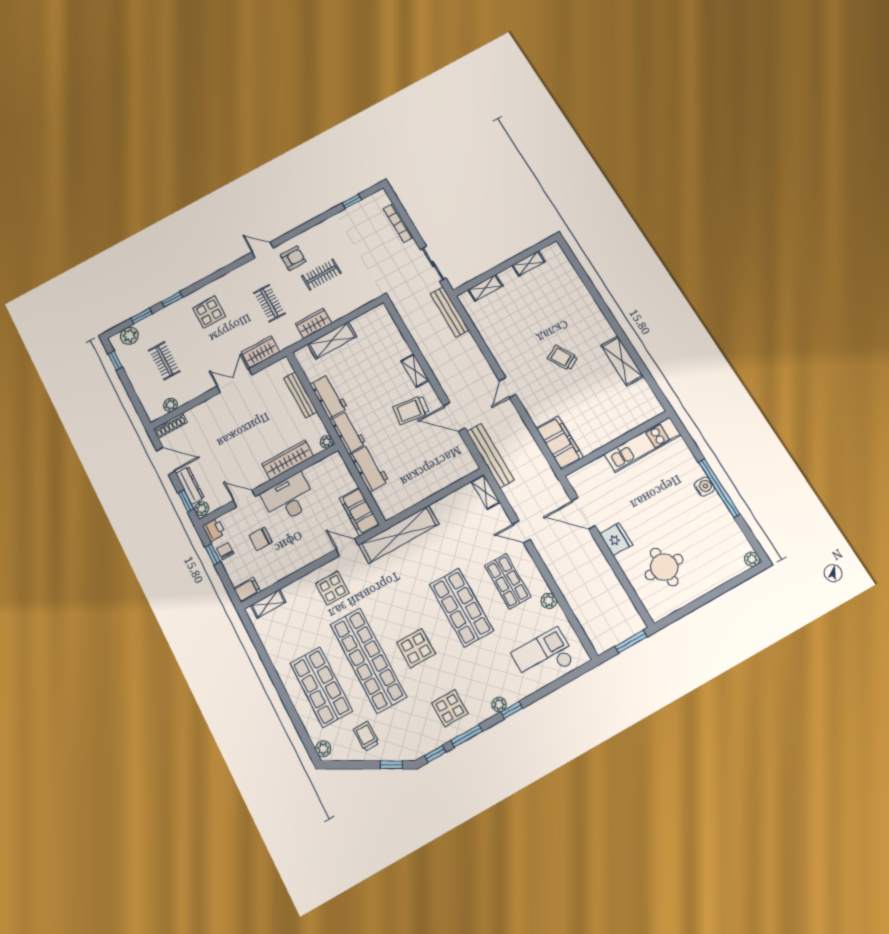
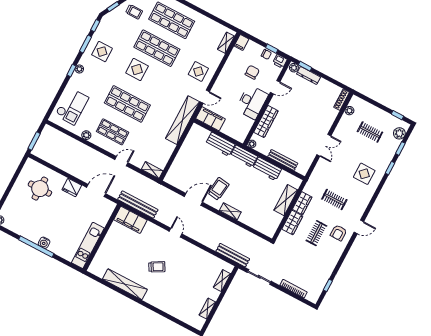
wardrobe: (260, 352) -> (292, 223), moved
shelving: (622, 361) -> (125, 284), width x1.47
bench: (490, 456) -> (138, 205), moved
door: (166, 461) -> (331, 80), removed
shop shelf: (368, 660) -> (157, 48), width x0.71

